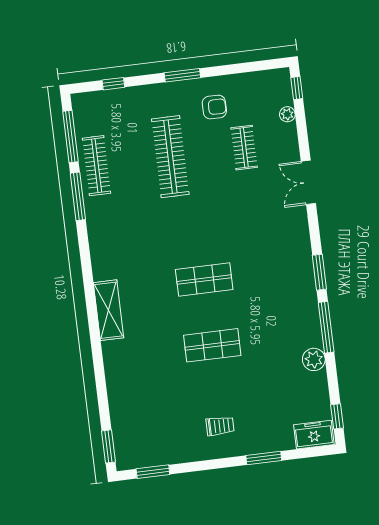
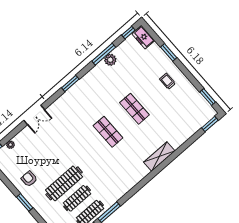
clothes rail: (244, 148) -> (77, 198), moved, width x1.36
shelving: (109, 310) -> (159, 157), moved
window: (326, 327) -> (104, 54), moved

